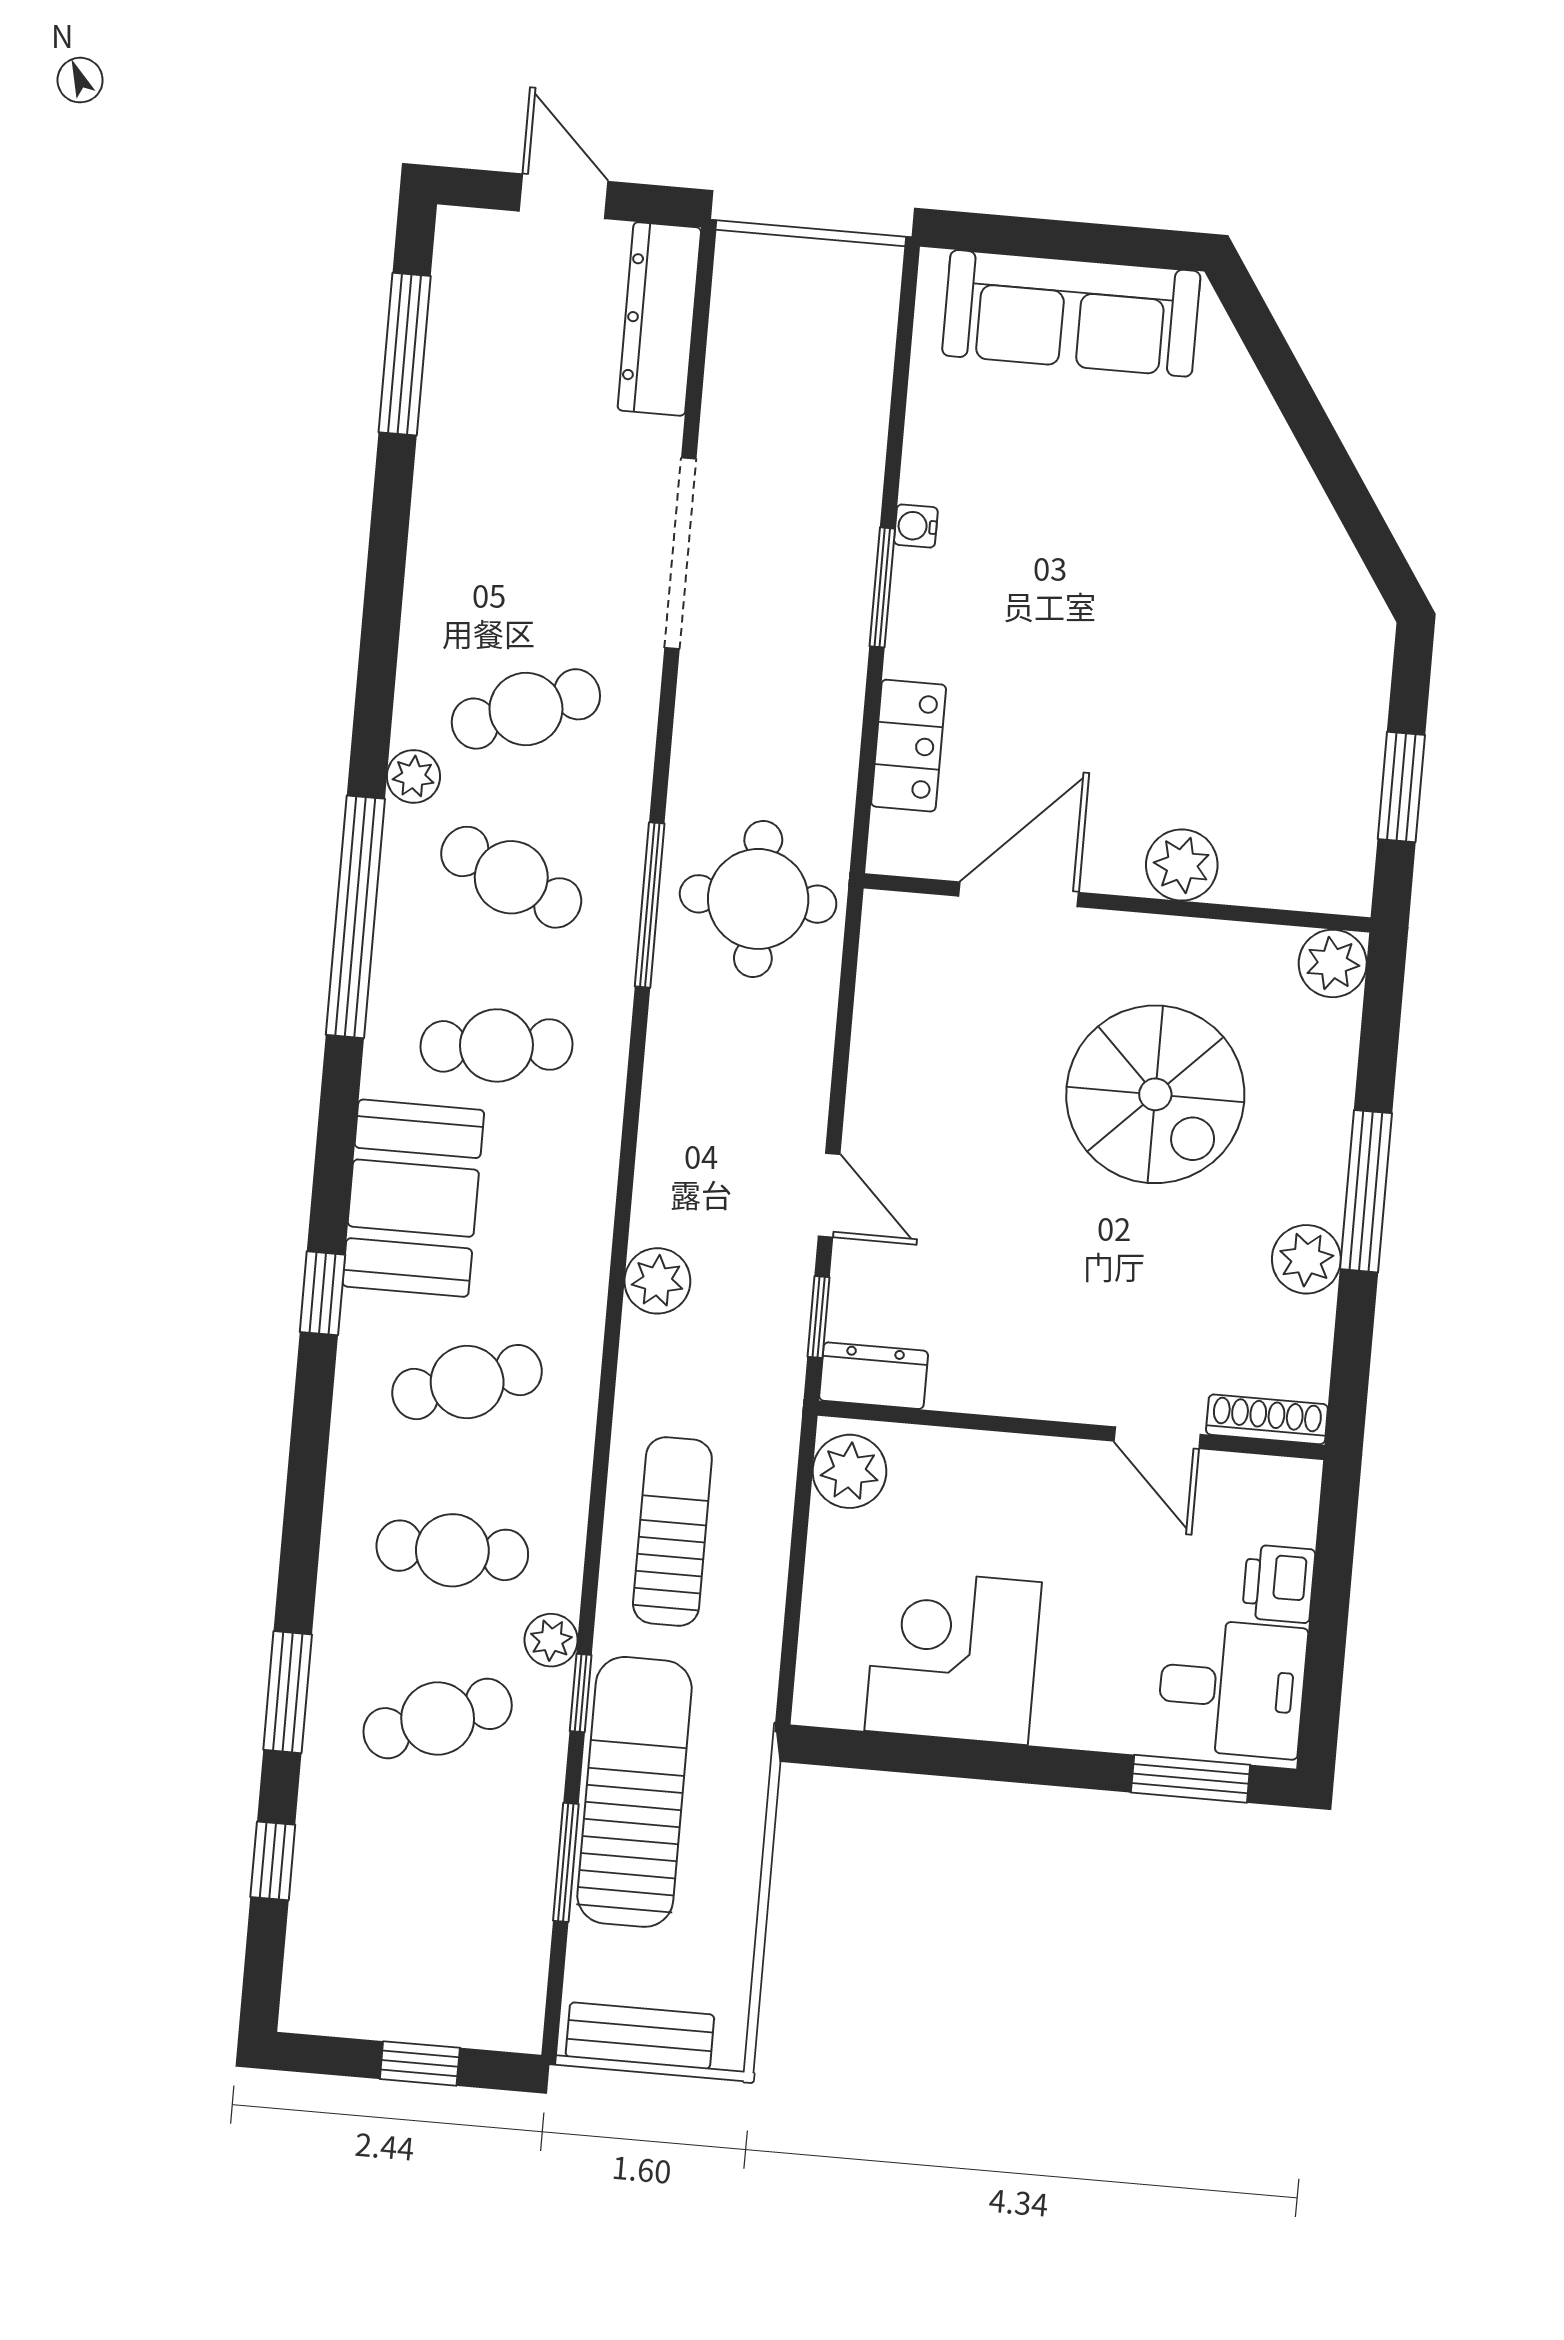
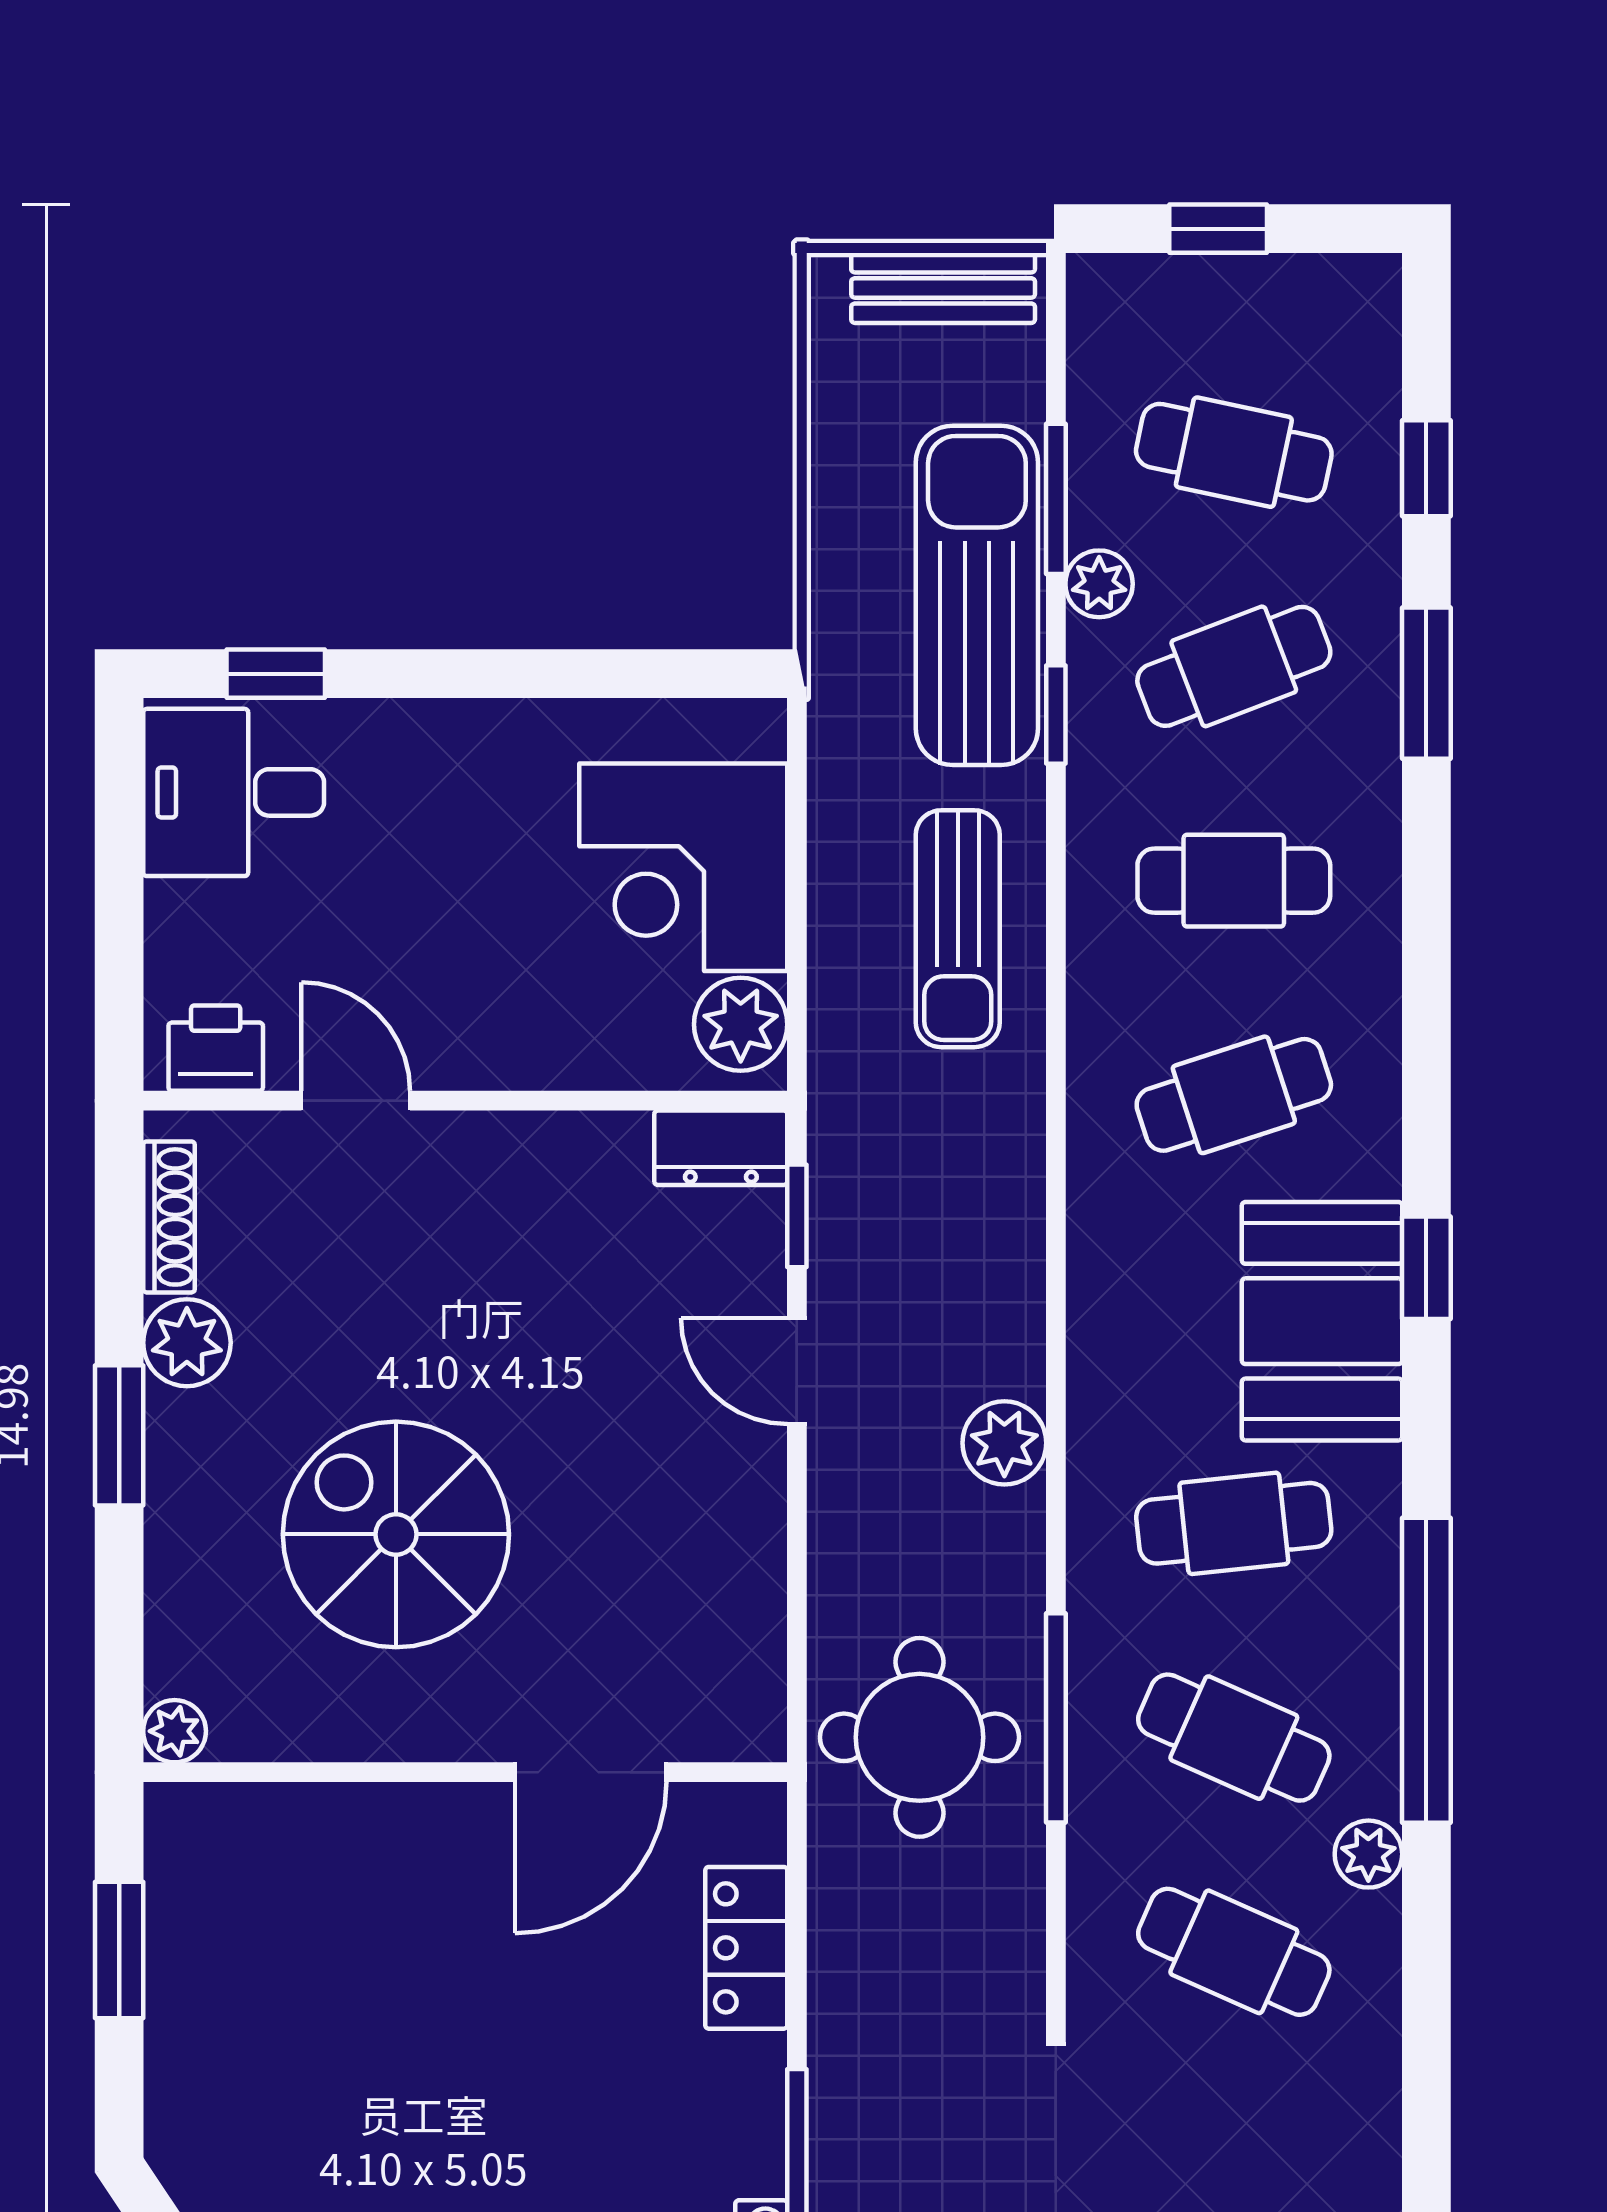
cafe table: (526, 709) -> (1234, 1952), turned 45
plant: (1182, 865) -> (388, 1827), removed
plant: (1333, 963) -> (175, 1731), width x0.73, depth x0.73
window: (1366, 1191) -> (119, 1435), width x0.69
plant: (657, 1281) -> (1004, 1443), moved
window: (322, 1293) -> (1426, 1268), moved
shoe rack: (1267, 1419) -> (169, 1217), moved, turned -90
printer: (1279, 1584) -> (216, 1048), moved, turned -90
plant: (551, 1640) -> (1099, 584), moved
corner desk: (953, 1657) -> (683, 867), moved, turned 90
window: (1191, 1779) -> (276, 674), width x0.67
sun lounger: (634, 1792) -> (977, 595), turned 180
cafe table: (423, 1887) -> (1234, 452), added

